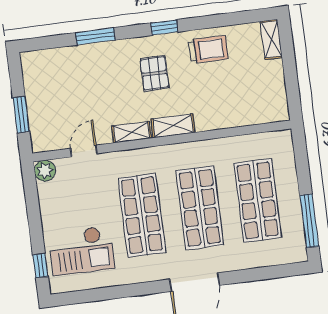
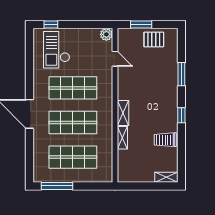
trolley: (209, 49) -> (165, 140), turned 90
pallet: (154, 73) -> (154, 39), moved
shelving: (132, 132) -> (122, 138), moved

